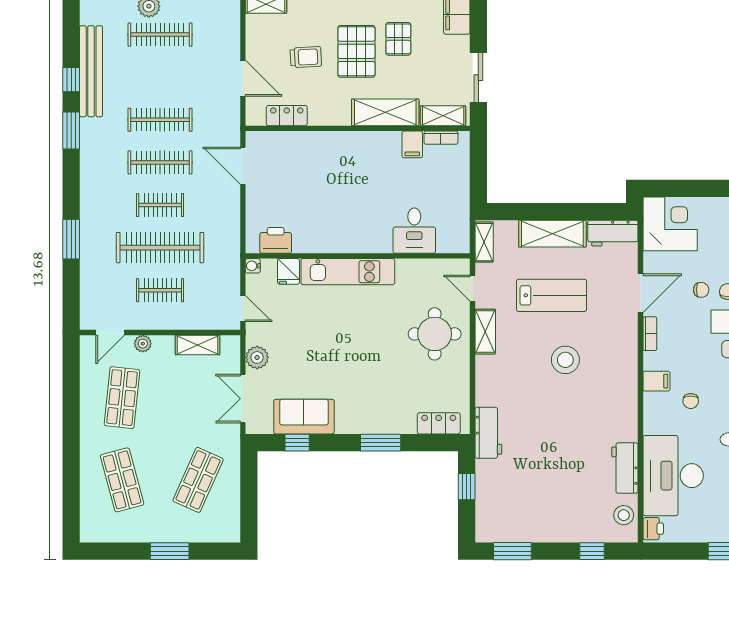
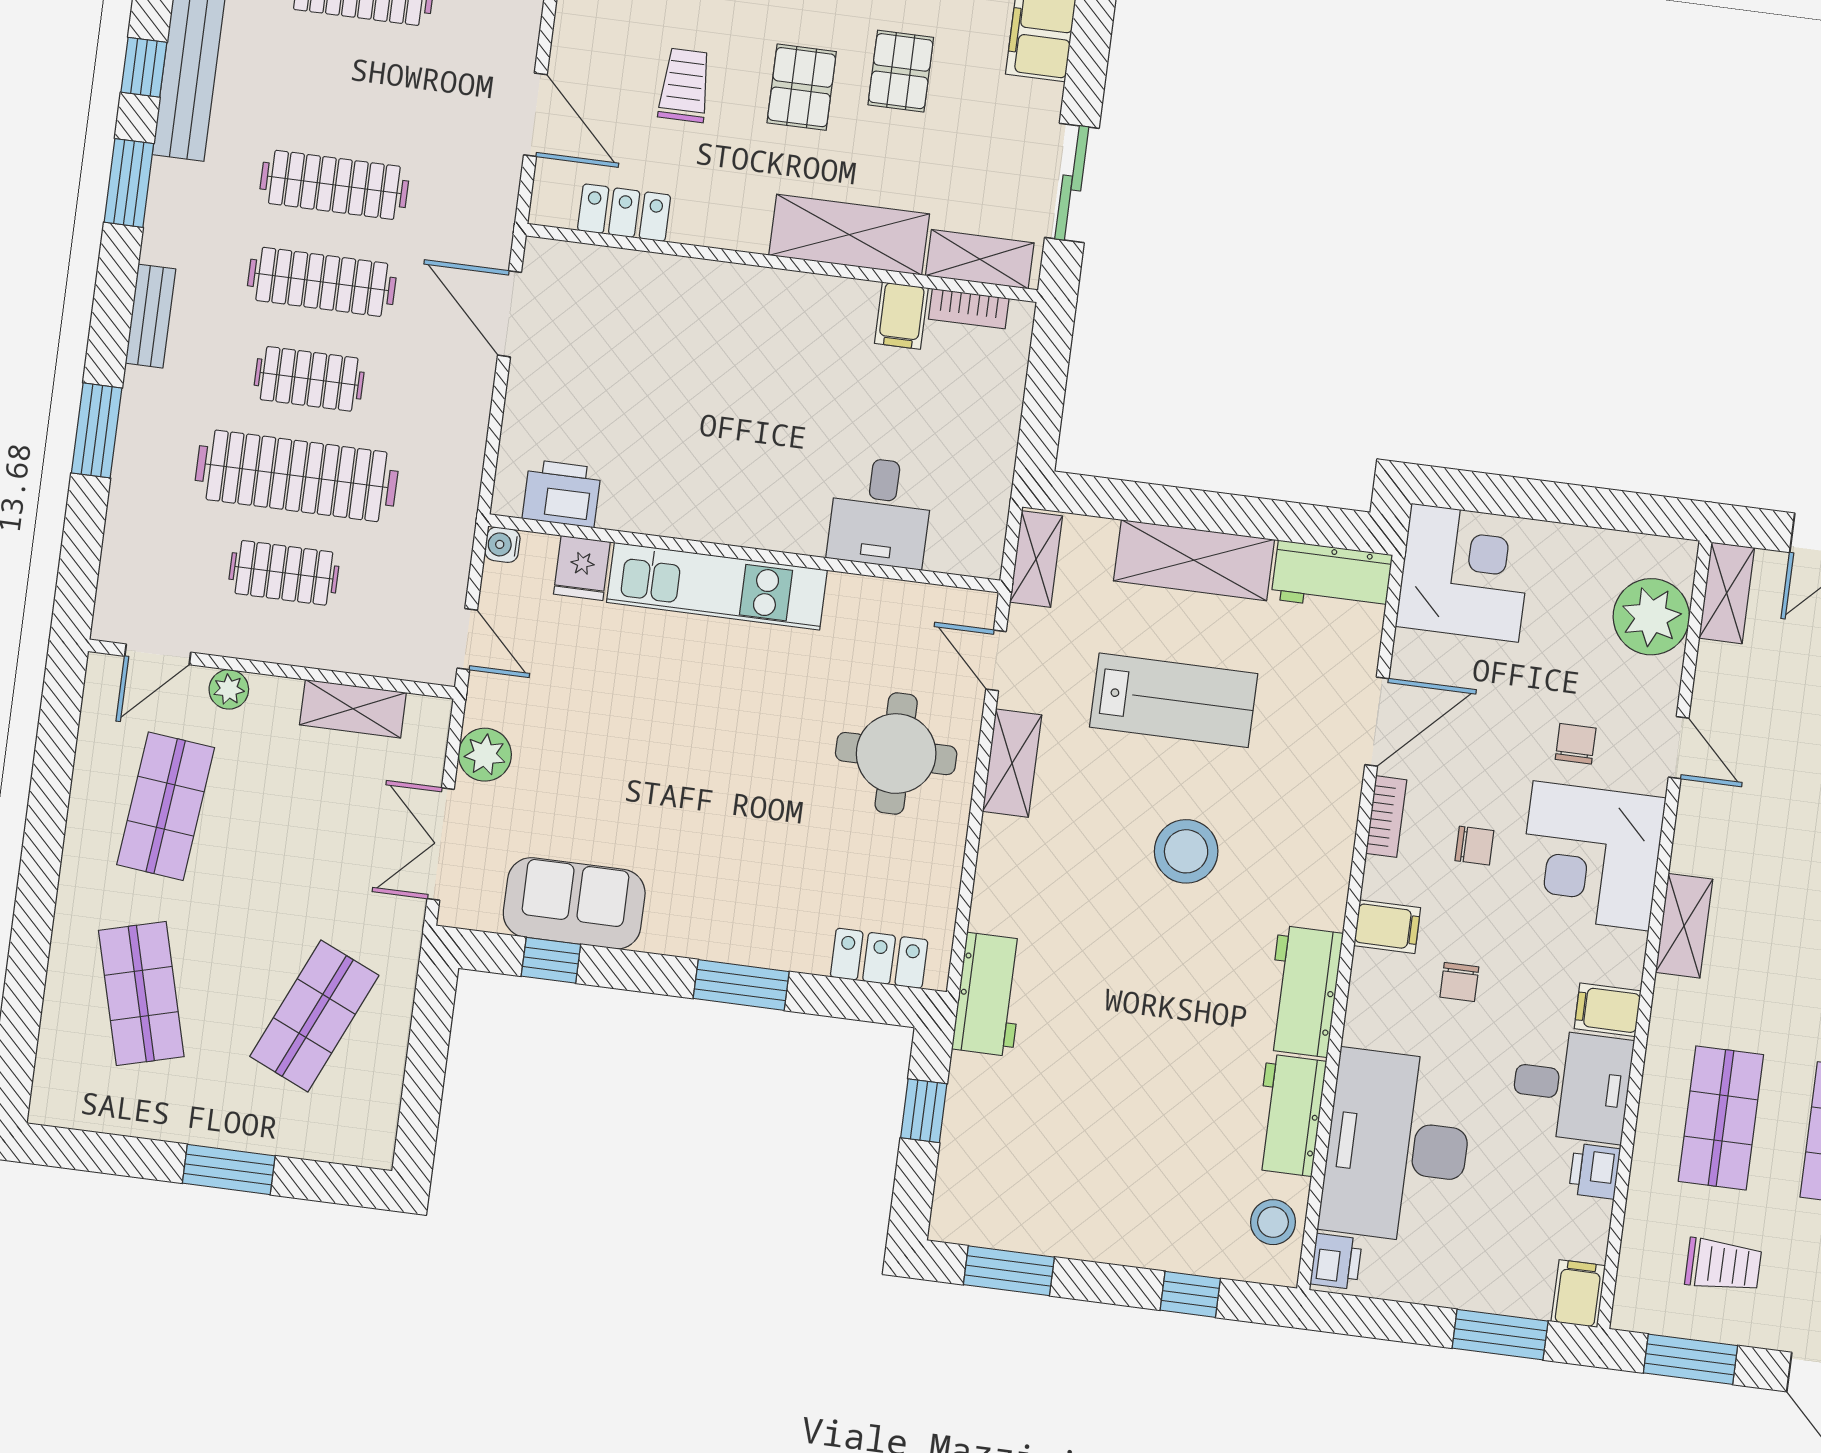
pallet: (356, 51) -> (802, 87), width x0.67, depth x0.71
trolley: (306, 57) -> (685, 85), turned -87
bench: (88, 187) -> (150, 316), added
chair: (701, 290) -> (1474, 846), moved
workbench: (624, 414) -> (1303, 991), added

